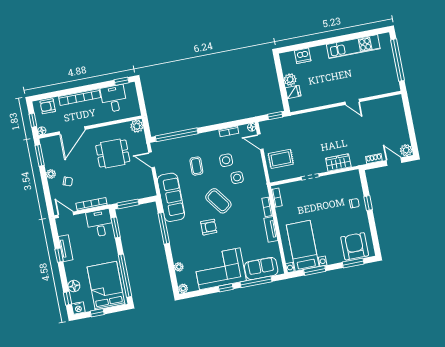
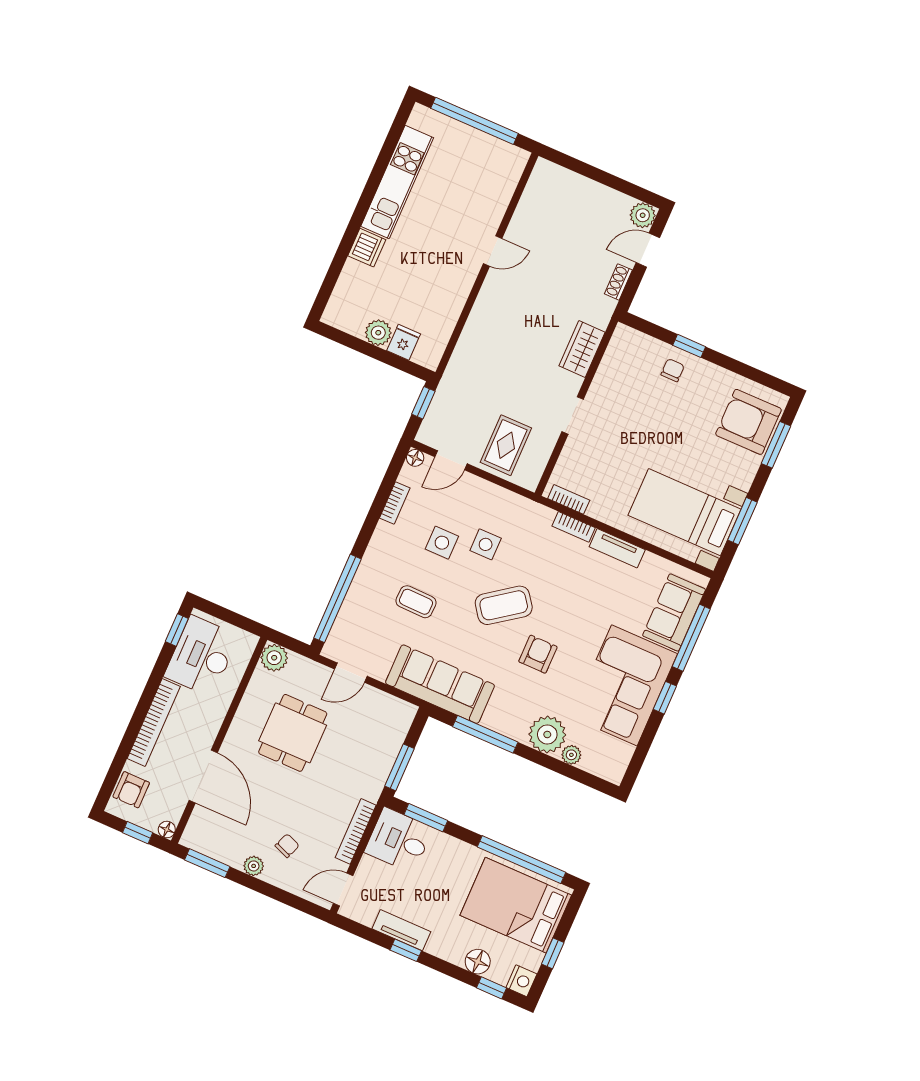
dishwasher: (303, 56) -> (367, 248), moved
desk: (114, 99) -> (201, 656), width x1.37
plant: (183, 288) -> (547, 735), moved, width x1.88, depth x1.88

